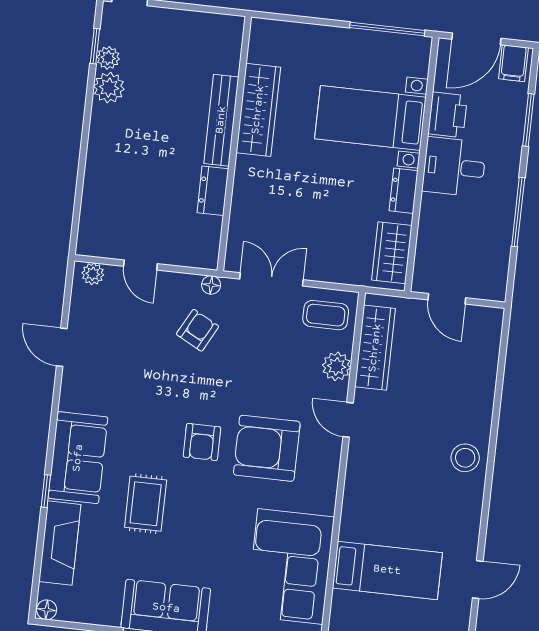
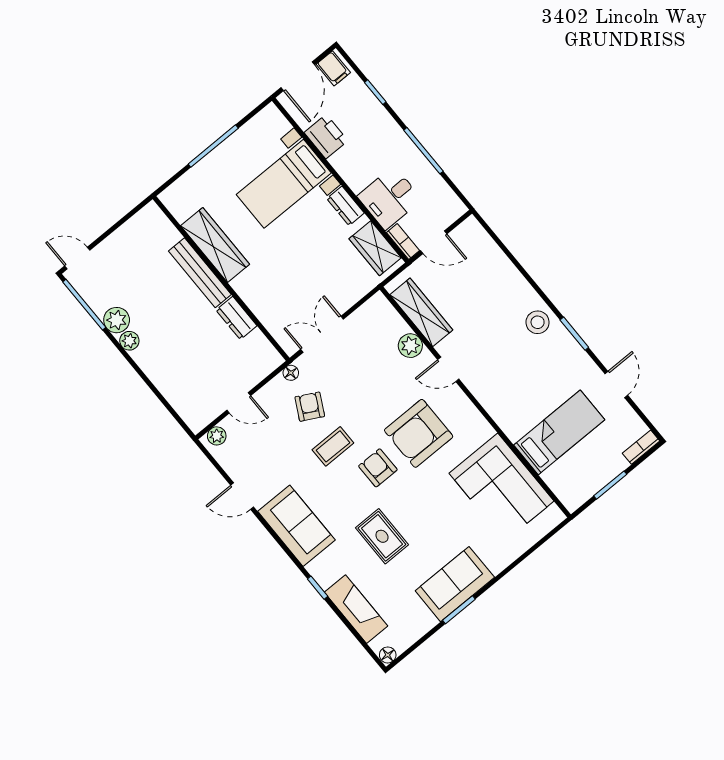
window: (387, 29) -> (213, 146), moved
window: (95, 46) -> (84, 305), width x2.17
plant: (108, 58) -> (129, 341), moved
window: (528, 120) -> (375, 92), width x0.67
desk: (454, 167) -> (390, 198), moved
bookcase: (421, 271) -> (403, 242), added
coffee table: (326, 315) -> (333, 446), moved
armchair: (202, 442) -> (378, 468), turned 180
sofa: (78, 458) -> (296, 526), moved
window: (486, 500) -> (574, 334), added

